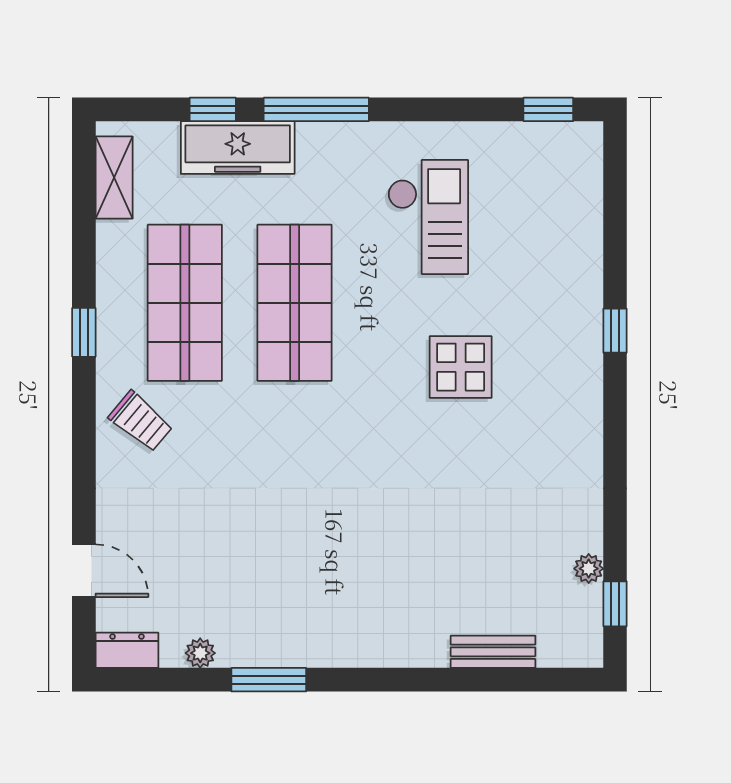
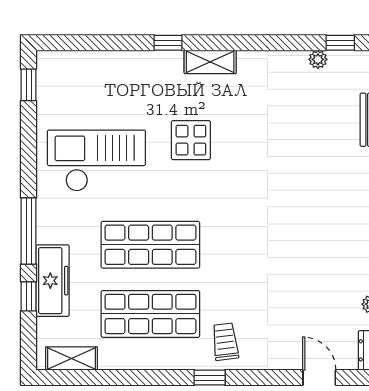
checkout: (428, 217) -> (96, 161), width x1.36, depth x1.21
window: (84, 332) -> (210, 378), moved
shelving: (585, 398) -> (210, 62), added
trolley: (141, 421) -> (225, 342), turned -47
door: (84, 571) -> (319, 378), hinge flipped

